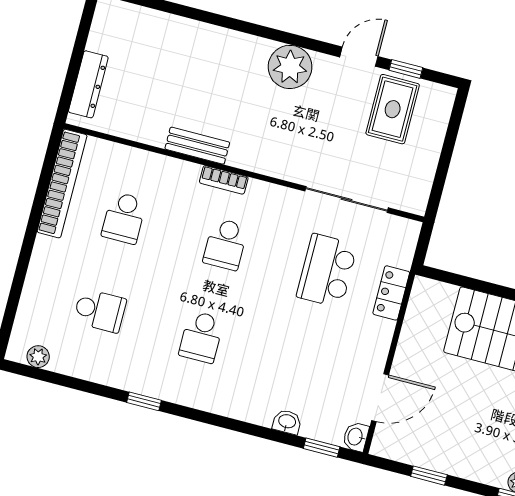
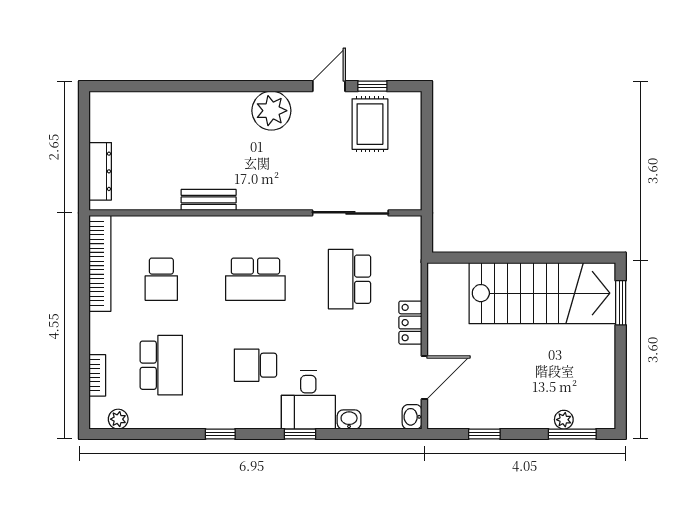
bookcase: (224, 180) -> (97, 375), moved, turned -90
school desk: (225, 244) -> (255, 279), width x1.85
locker: (391, 293) -> (410, 323), moved
school desk: (100, 311) -> (161, 365), width x1.85
school desk: (201, 337) -> (255, 365), turned 90
desk: (249, 389) -> (308, 400), added
window: (322, 448) -> (300, 434), moved

